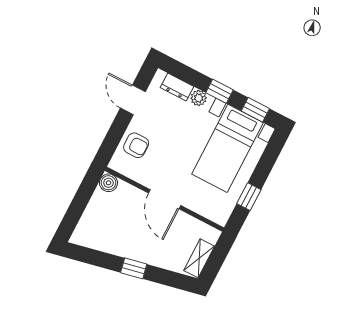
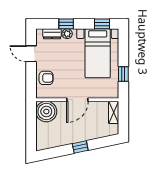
window: (219, 91) -> (66, 24), moved
boiler: (108, 183) -> (46, 112), width x1.86, depth x1.86
door: (165, 199) -> (77, 100), hinge flipped
shelving: (199, 258) -> (114, 112), moved

